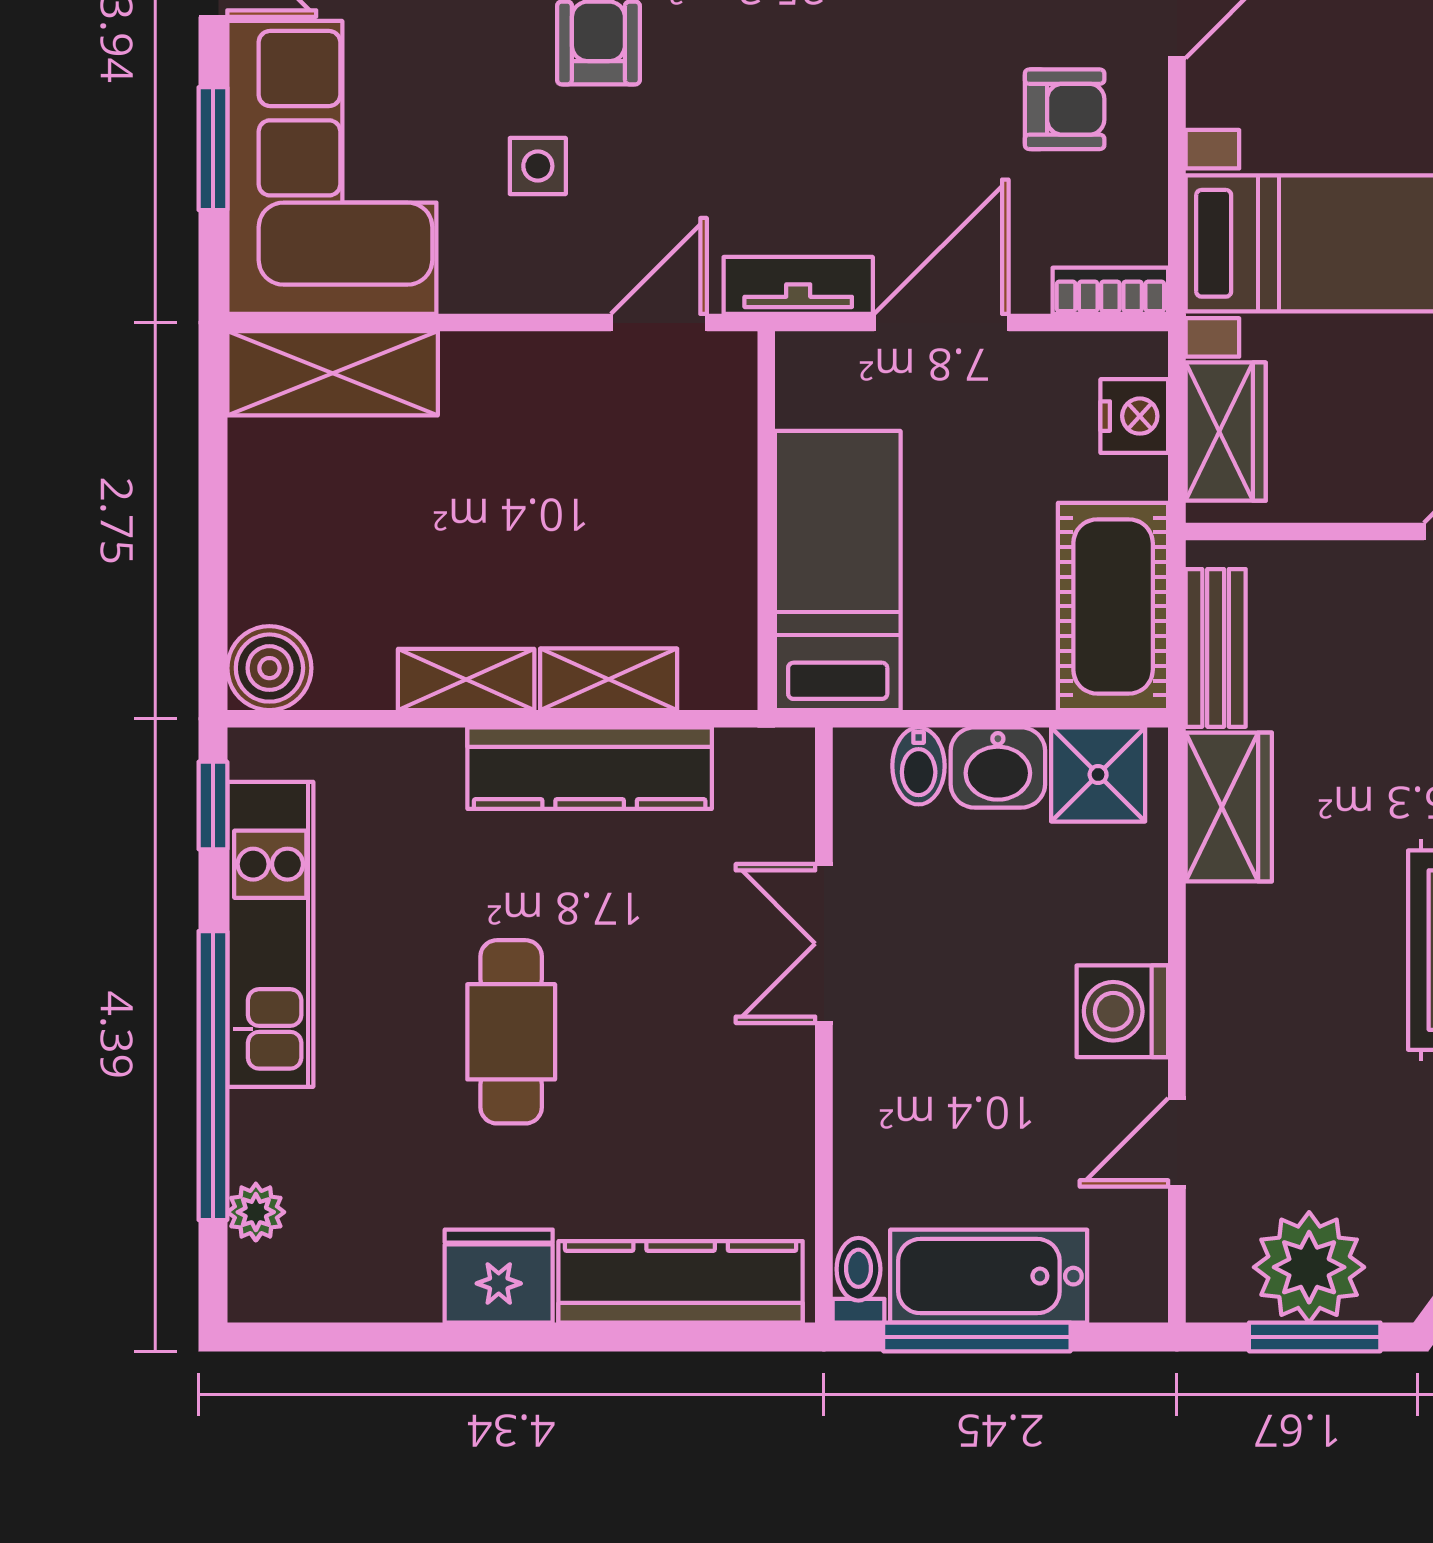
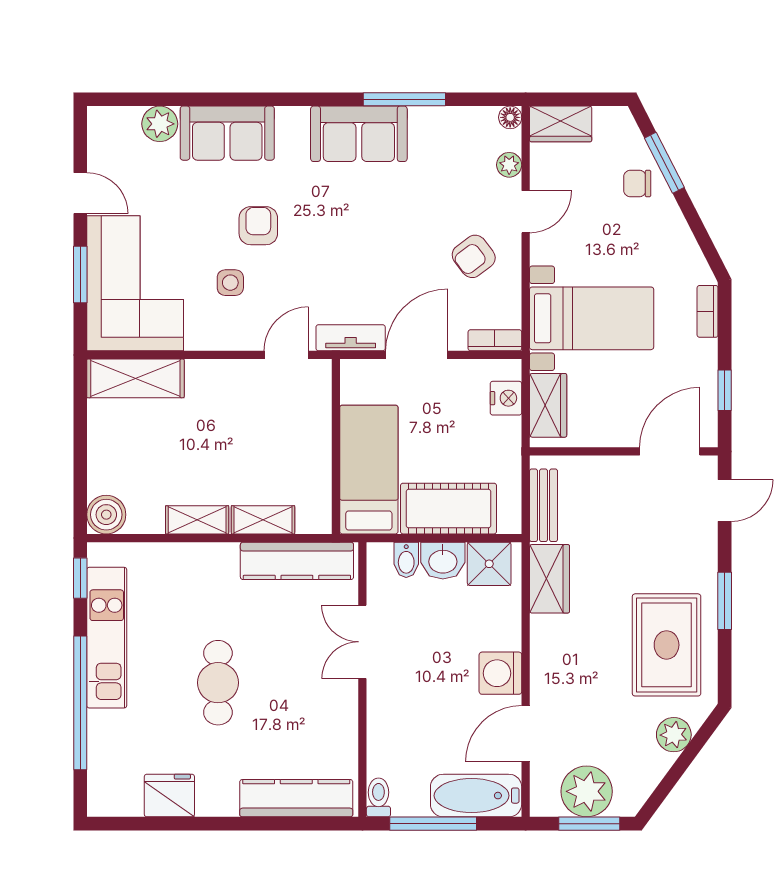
armchair: (1065, 109) -> (474, 256), turned 143
cot: (1113, 606) -> (448, 509), moved, turned 90
kitchen counter: (590, 768) -> (297, 561), moved
door: (1177, 1142) -> (526, 734), width x1.38
plant: (256, 1212) -> (100, 766), removed
fridge: (499, 1276) -> (169, 796), moved
bathtub: (989, 1276) -> (476, 796), moved

